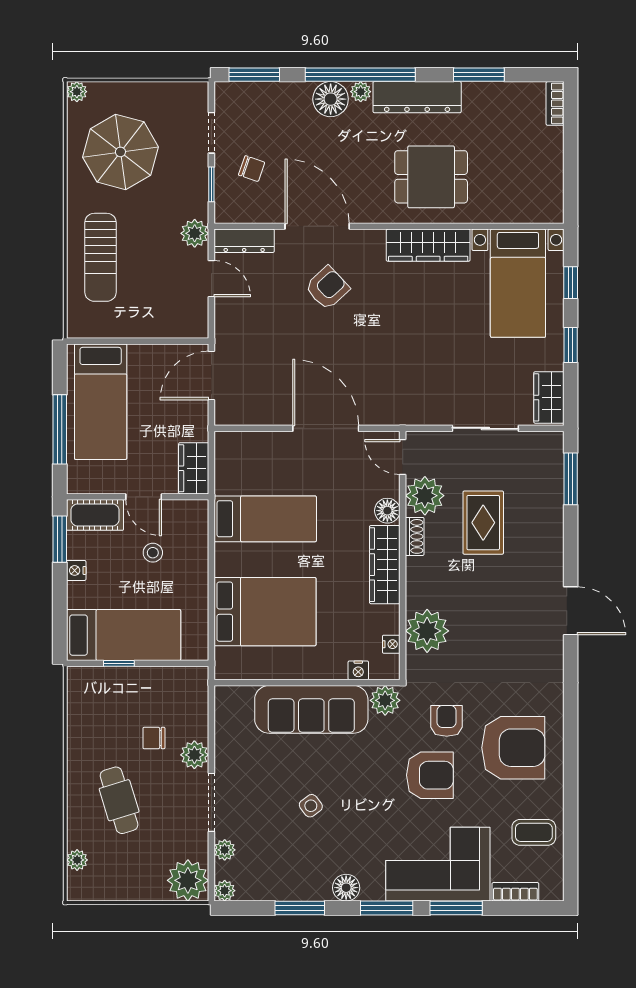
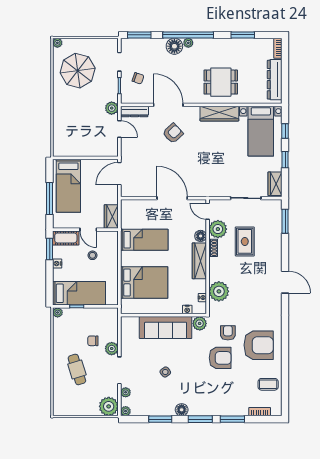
dresser: (417, 97) -> (275, 80), moved, turned 90
sun lounger: (100, 257) -> (68, 119), removed
plant: (77, 860) -> (58, 313), moved
corner sofa: (438, 864) -> (224, 399), removed

